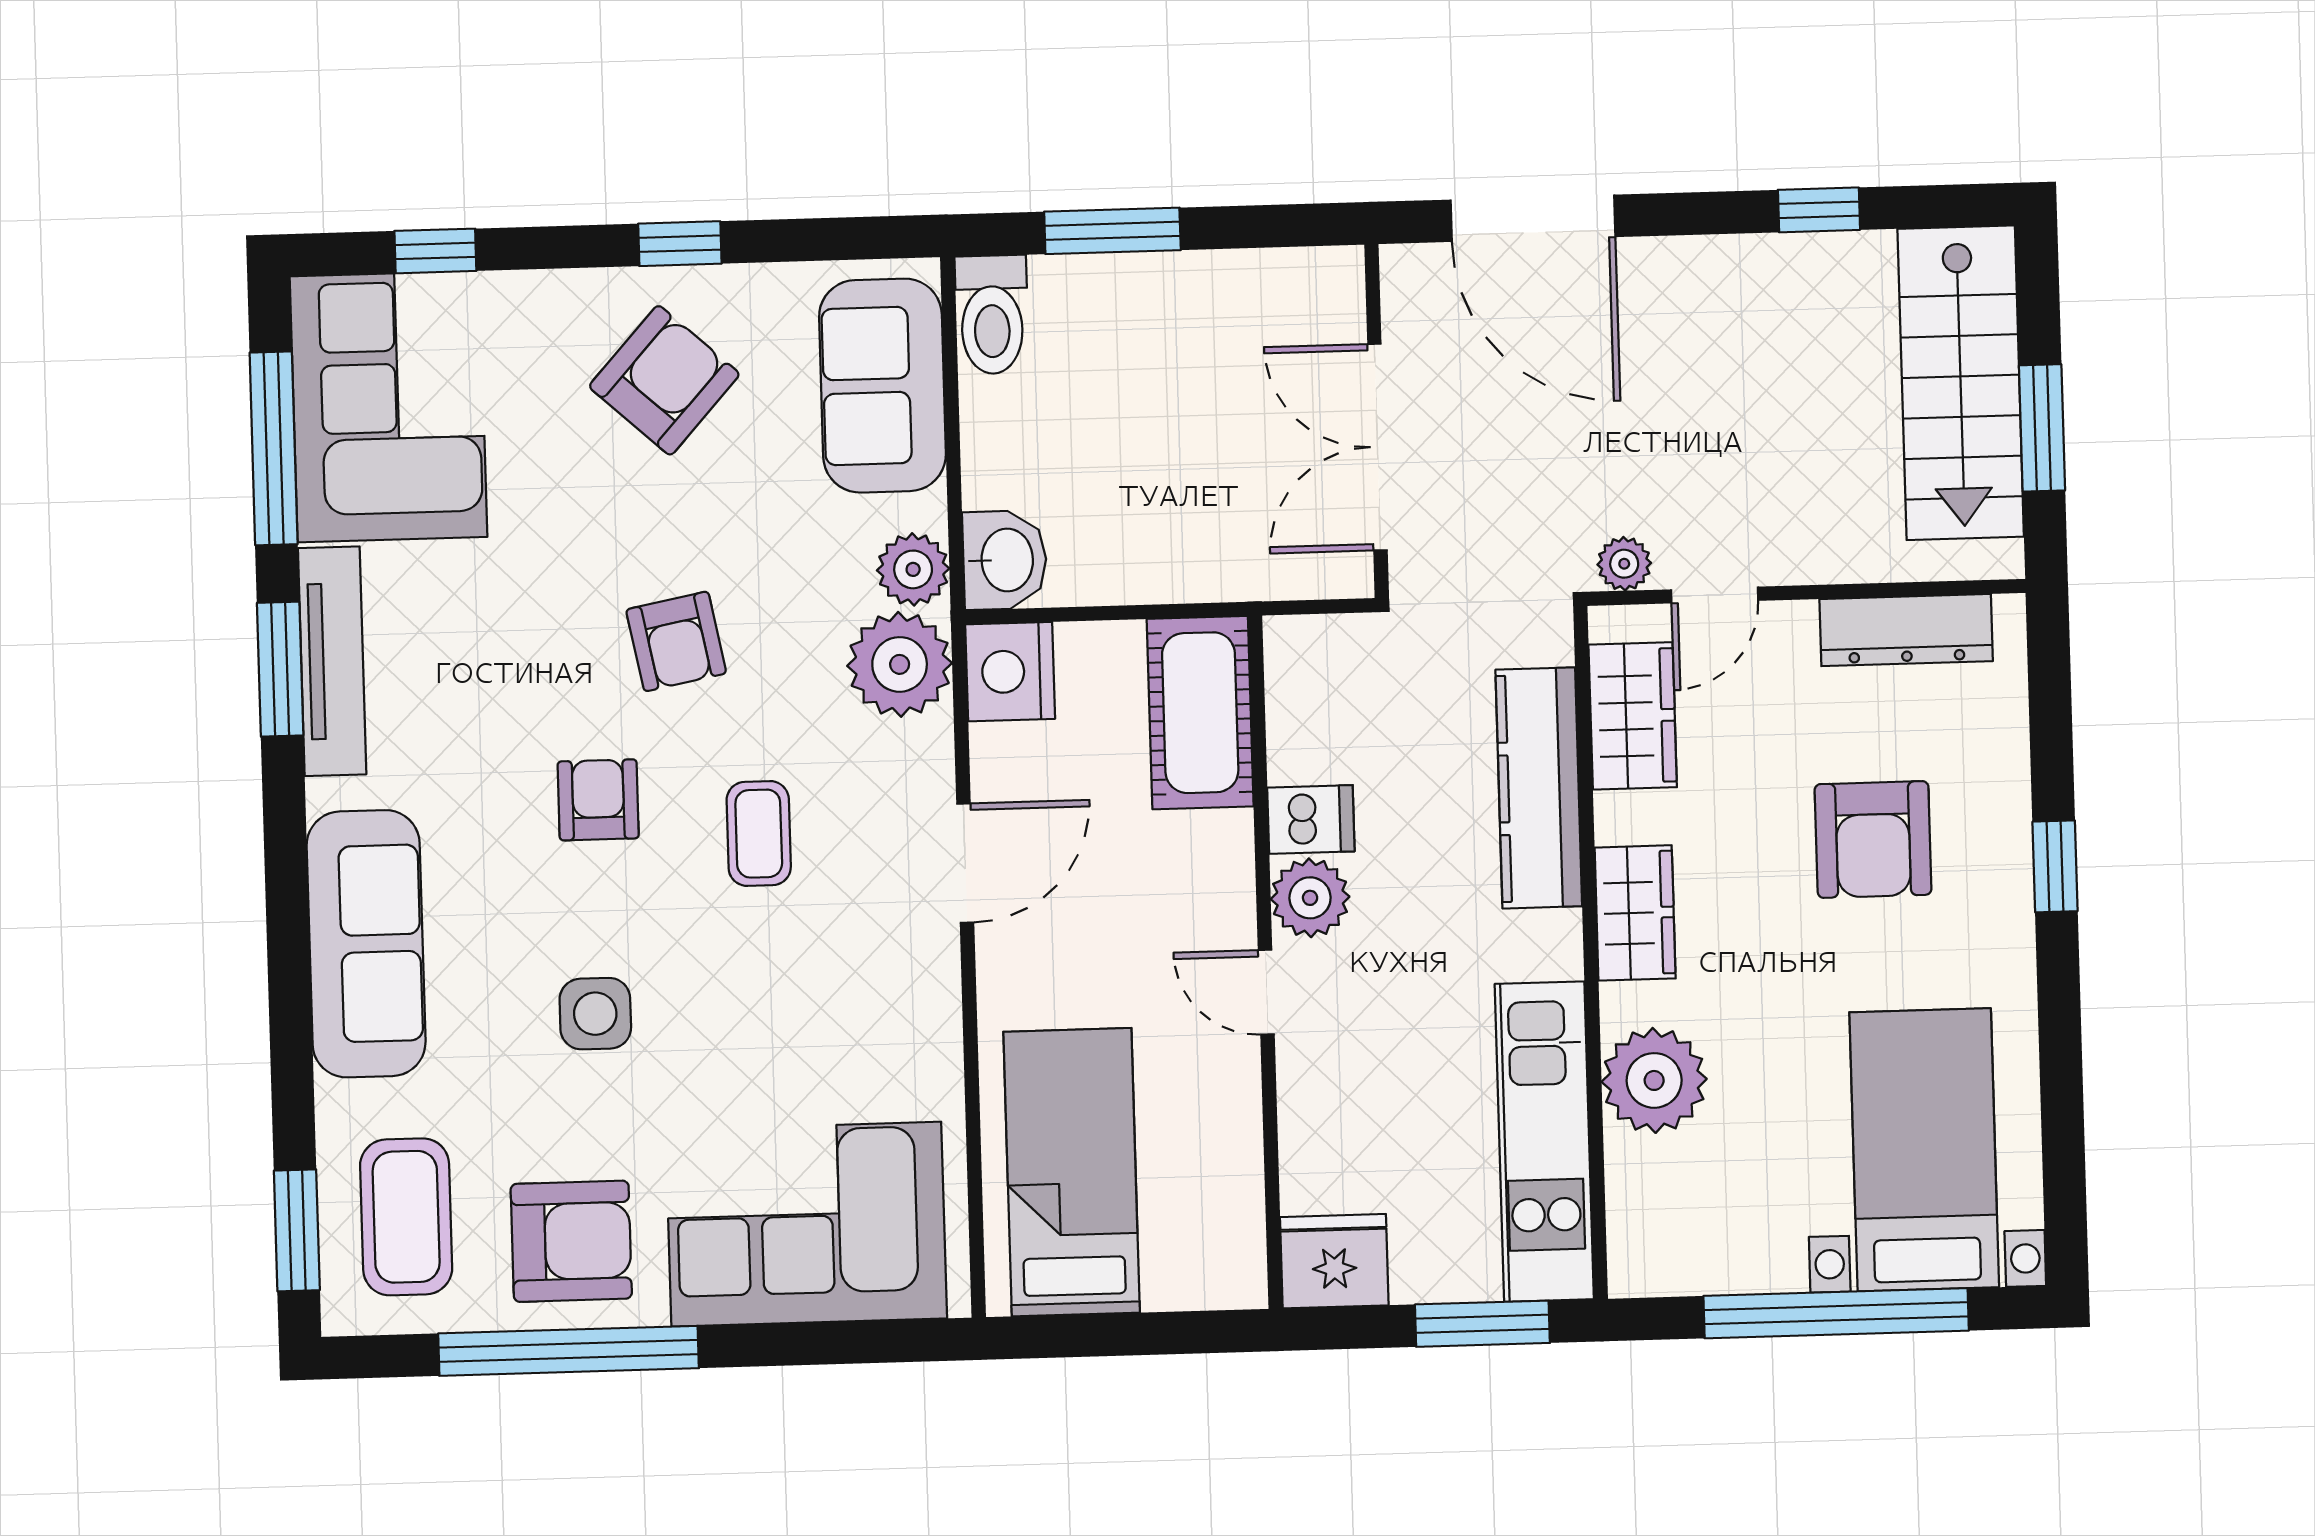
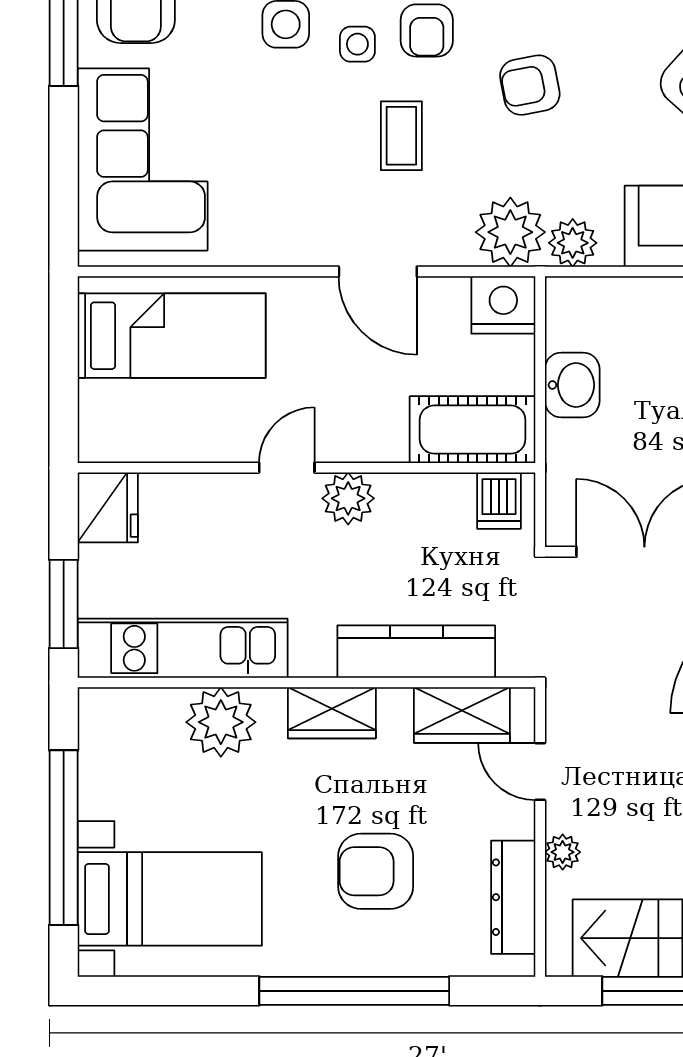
washbasin: (1005, 560) -> (572, 385), moved, turned -90
plant: (1624, 564) -> (563, 852), moved
armchair: (598, 800) -> (427, 30), turned 90
dishwasher: (1311, 819) -> (499, 501), moved
coffee table: (759, 834) -> (401, 136), turned 90
window: (2055, 866) -> (354, 991), width x3.17
side table: (622, 904) -> (357, 44), added

